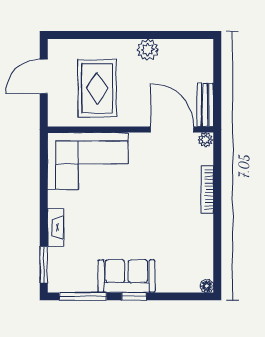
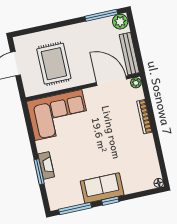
window: (178, 35) -> (101, 15), added
plant: (148, 50) -> (120, 22), moved
bench: (205, 105) -> (129, 54), width x1.36
window: (44, 265) -> (39, 172), moved

